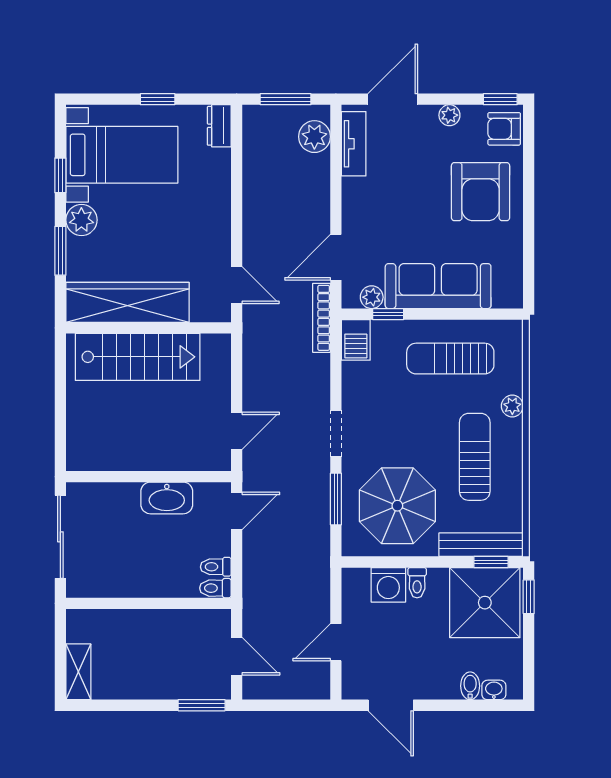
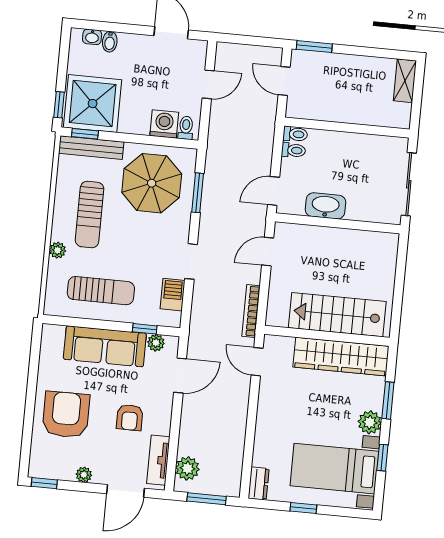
armchair: (504, 129) -> (130, 417), moved, turned 90
bookcase: (322, 318) -> (251, 311), moved, turned 180
barbecue: (356, 340) -> (173, 295), moved
doorway: (336, 434) -> (191, 261), moved
toilet: (417, 583) -> (186, 128), moved

